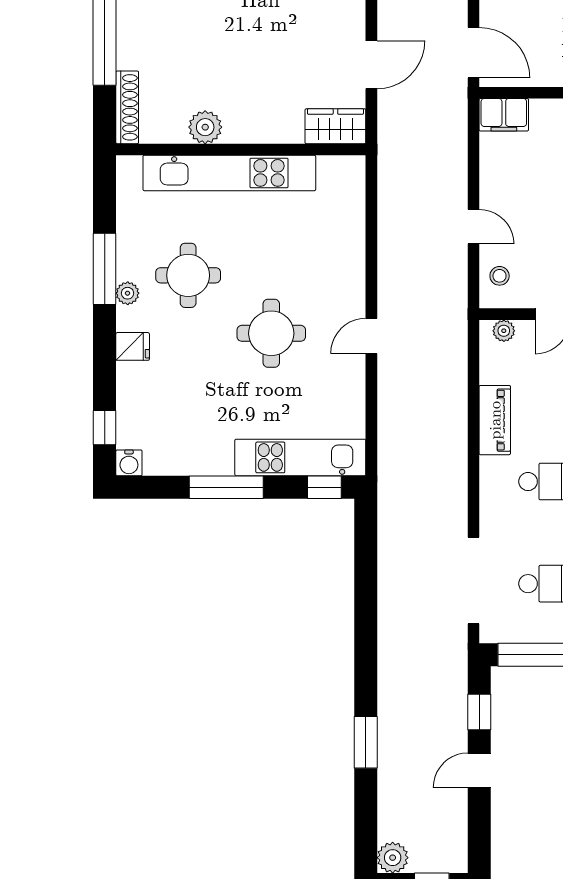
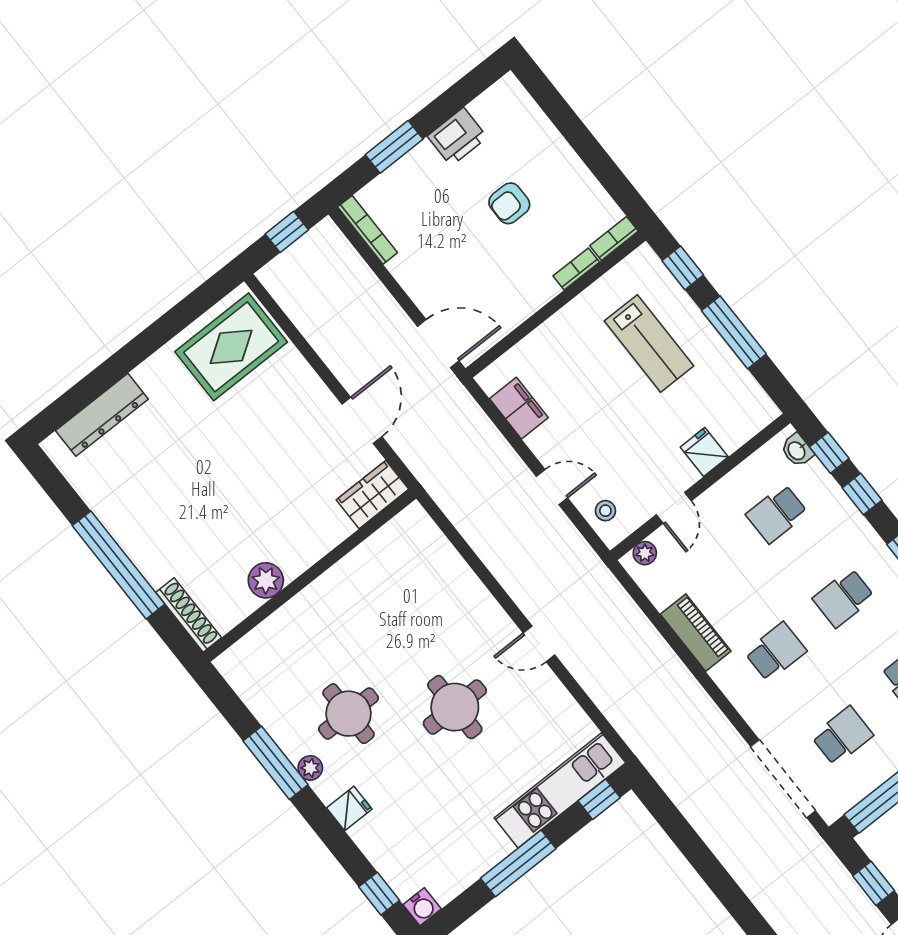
filing cabinet: (504, 115) -> (519, 408), moved, turned -90
kitchen unit: (229, 173) -> (316, 602), removed
door: (371, 336) -> (539, 644), hinge flipped

